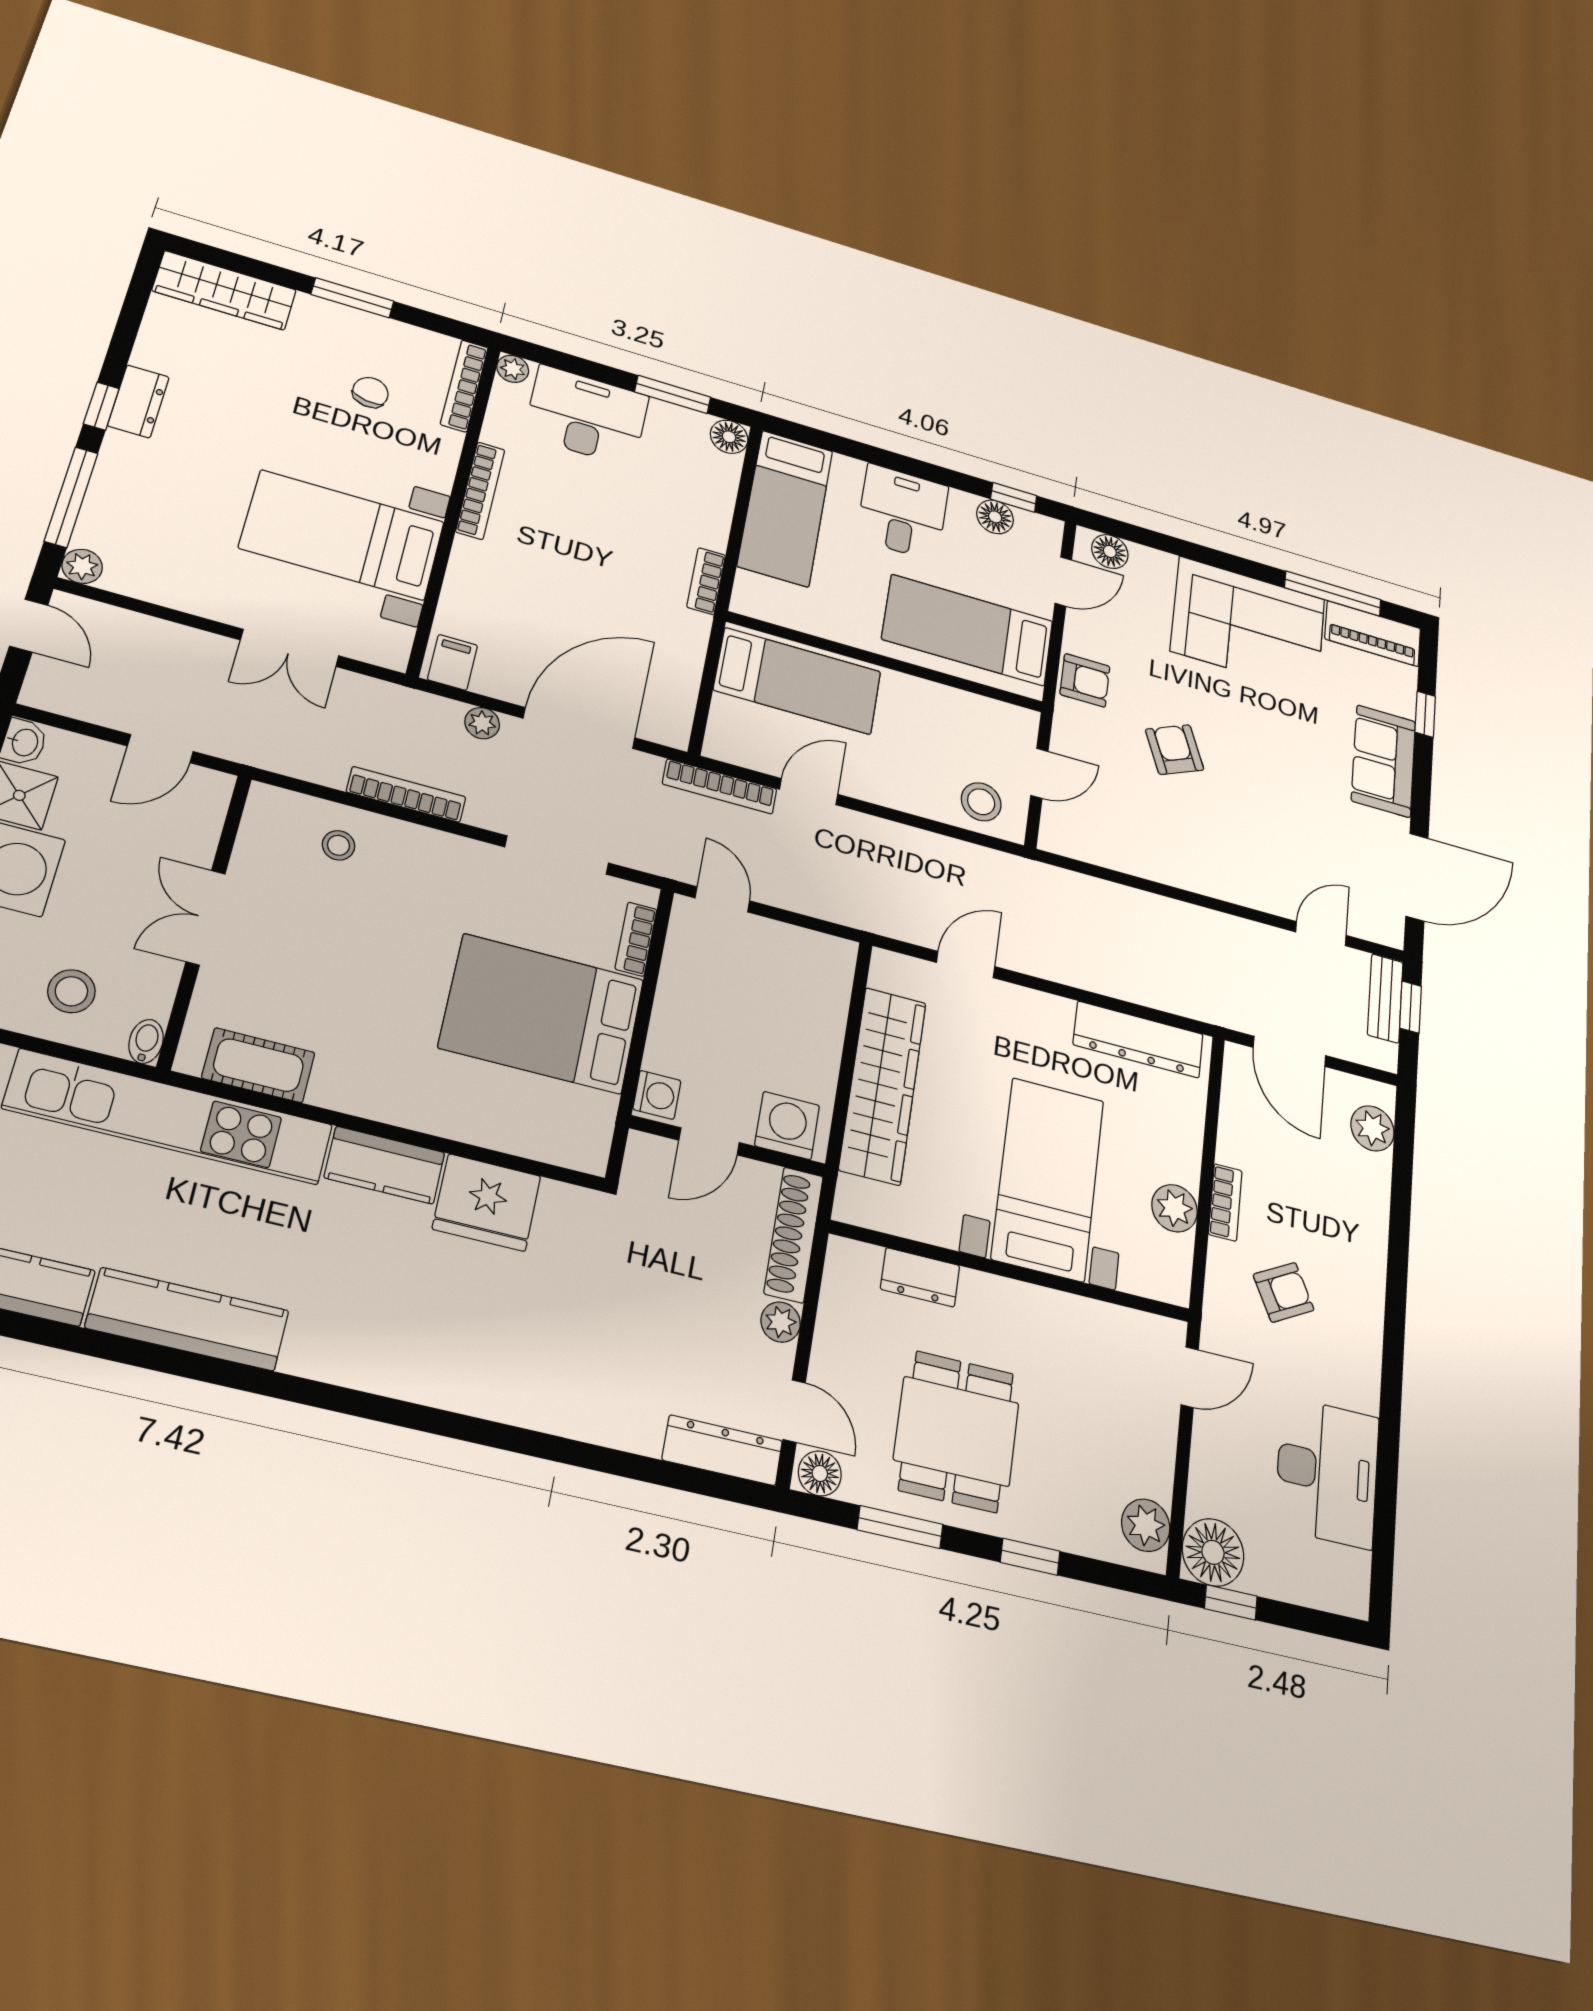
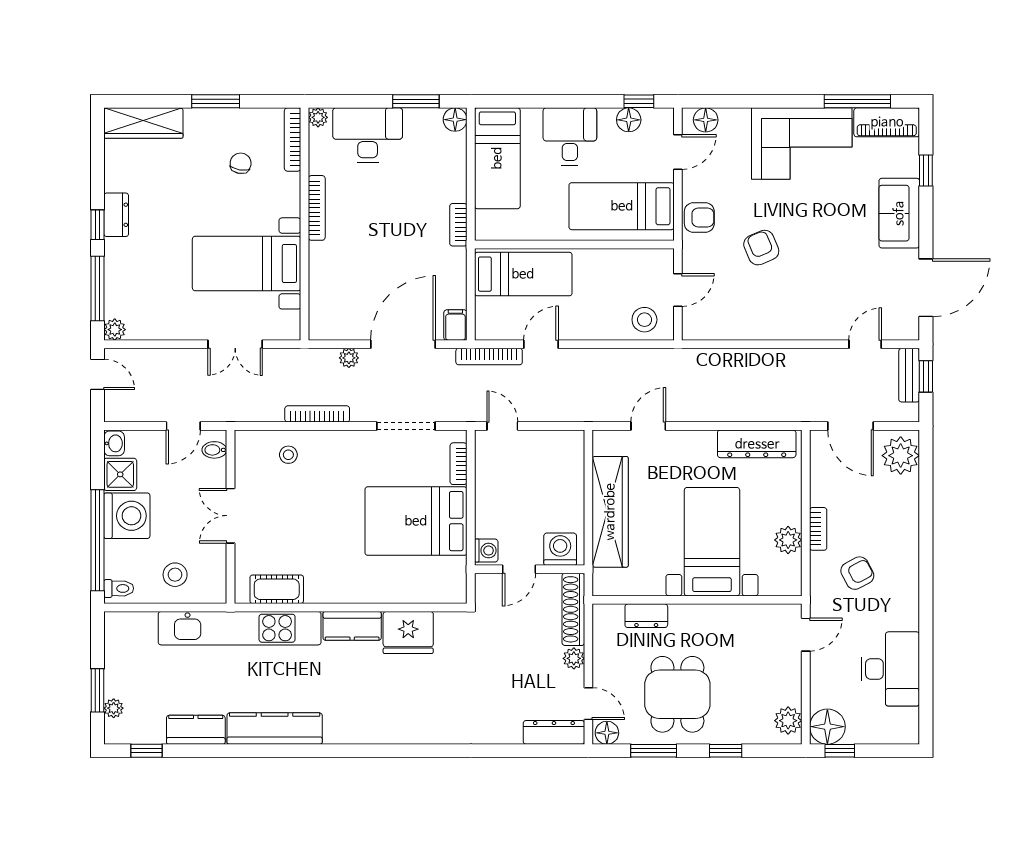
filing cabinet: (452, 662) -> (455, 325), moved
bidet: (146, 1041) -> (214, 450), moved, turned -90
plant: (1372, 1128) -> (901, 456), width x1.36, depth x1.36

